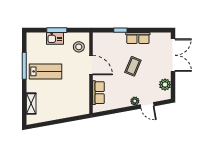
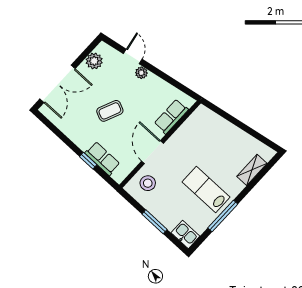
kitchen sink: (55, 38) -> (185, 234), moved
row of seats: (138, 38) -> (102, 158), moved
double door: (173, 55) -> (58, 84), swing flipped

